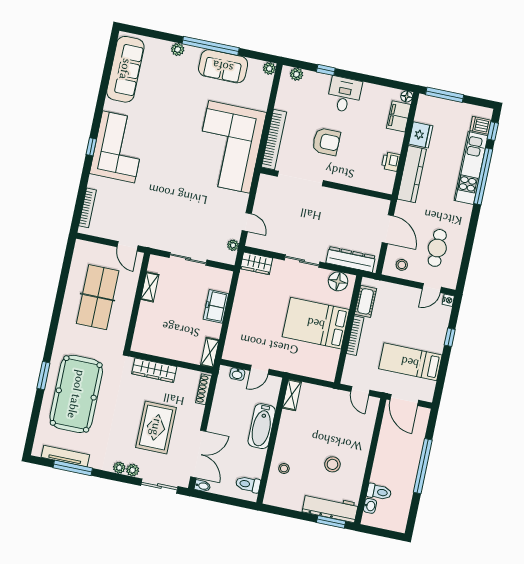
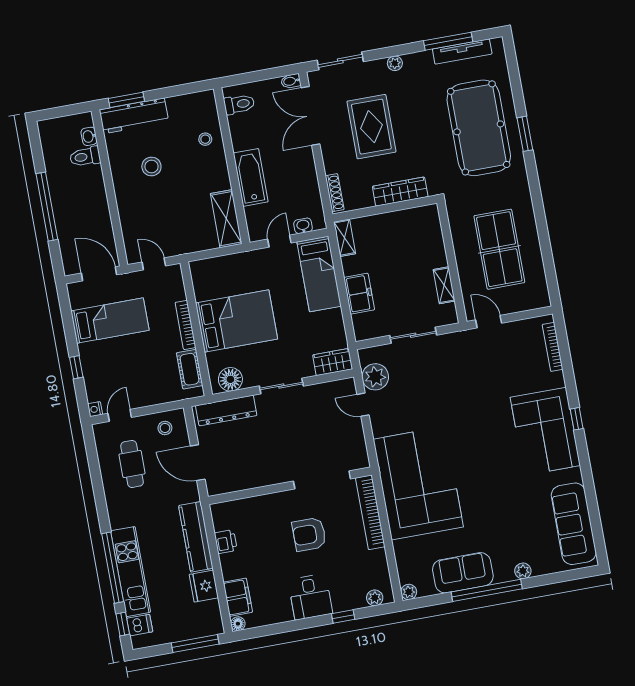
plant: (233, 245) -> (375, 377), width x1.87, depth x1.87
bed: (240, 333) -> (319, 274), added
shelving: (292, 395) -> (226, 219), width x1.50, depth x1.33
plant: (133, 470) -> (378, 67), removed

